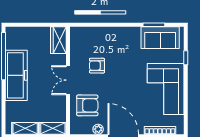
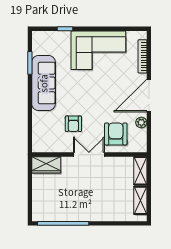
sofa: (160, 38) -> (44, 83), moved, width x1.36
freezer: (16, 75) -> (84, 210), removed
double door: (68, 80) -> (89, 155), swing flipped

